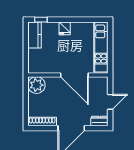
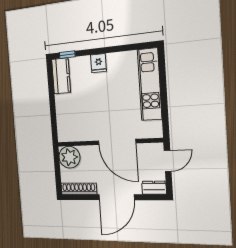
wall: (68, 75) -> (108, 142), moved
door: (74, 75) -> (117, 142), moved
plant: (36, 85) -> (69, 157), moved

